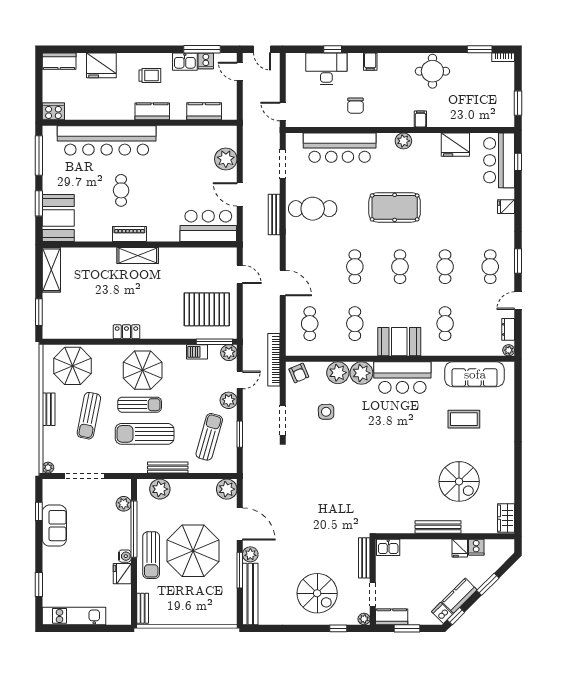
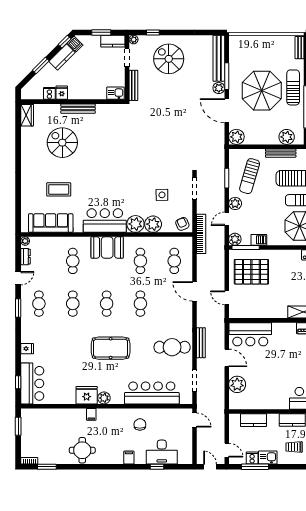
fridge: (455, 145) -> (87, 395), moved

